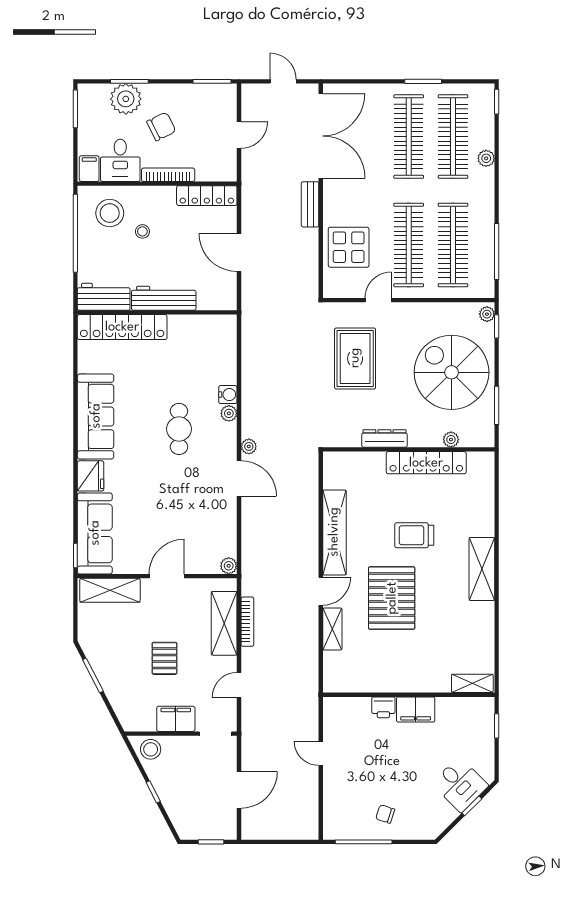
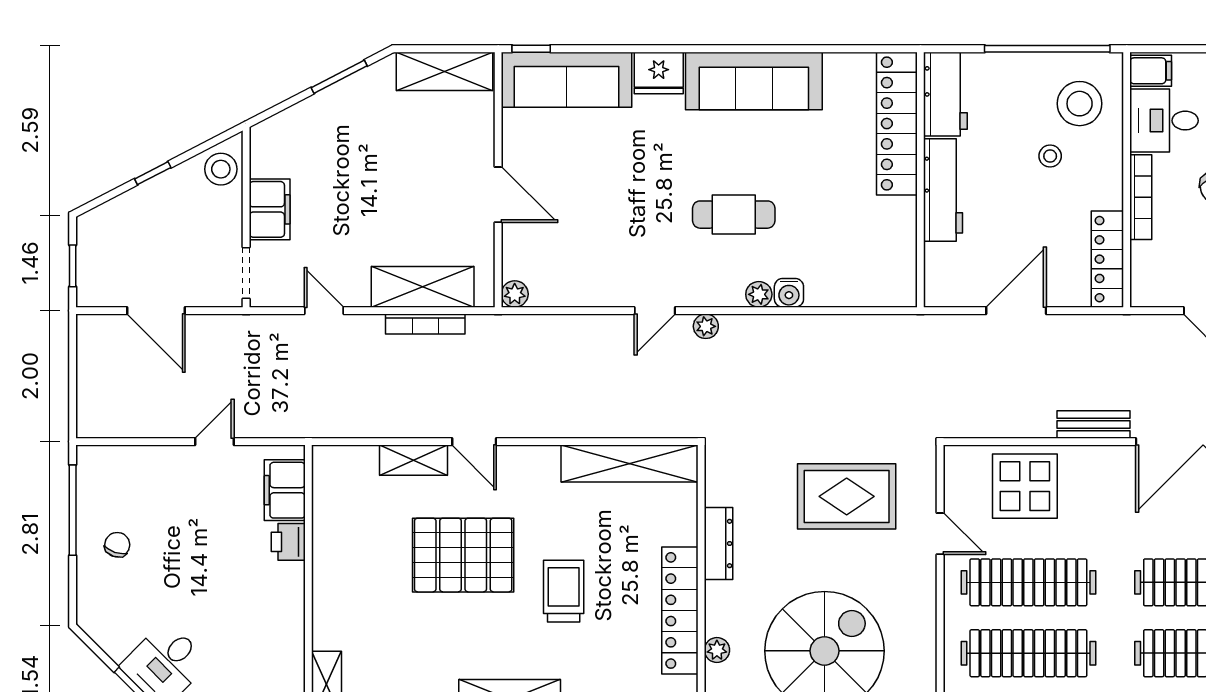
door: (239, 478) -> (655, 311), width x0.73
shelving: (334, 532) -> (630, 463), moved
shelving: (110, 590) -> (445, 71), moved, turned 90
pallet: (164, 658) -> (367, 191), removed
filing cabinet: (416, 709) -> (285, 490), moved

